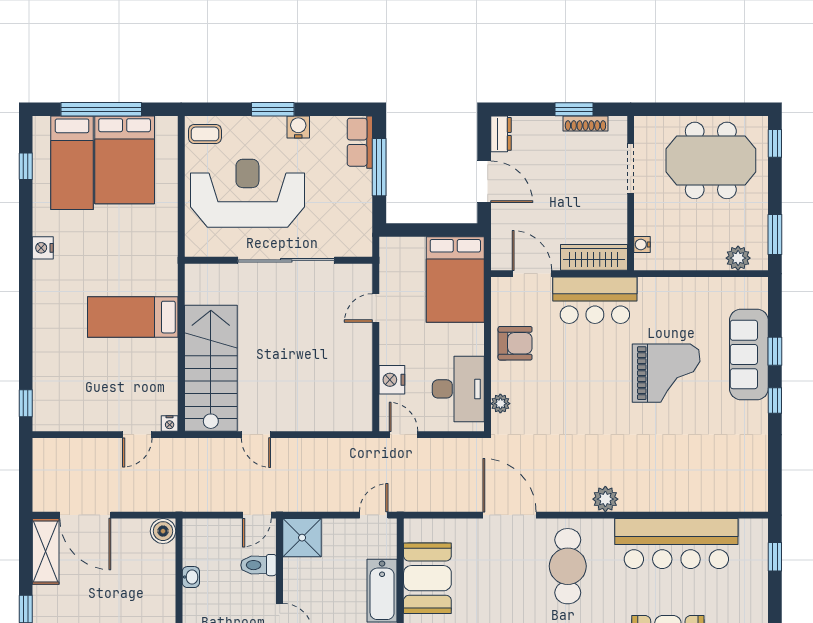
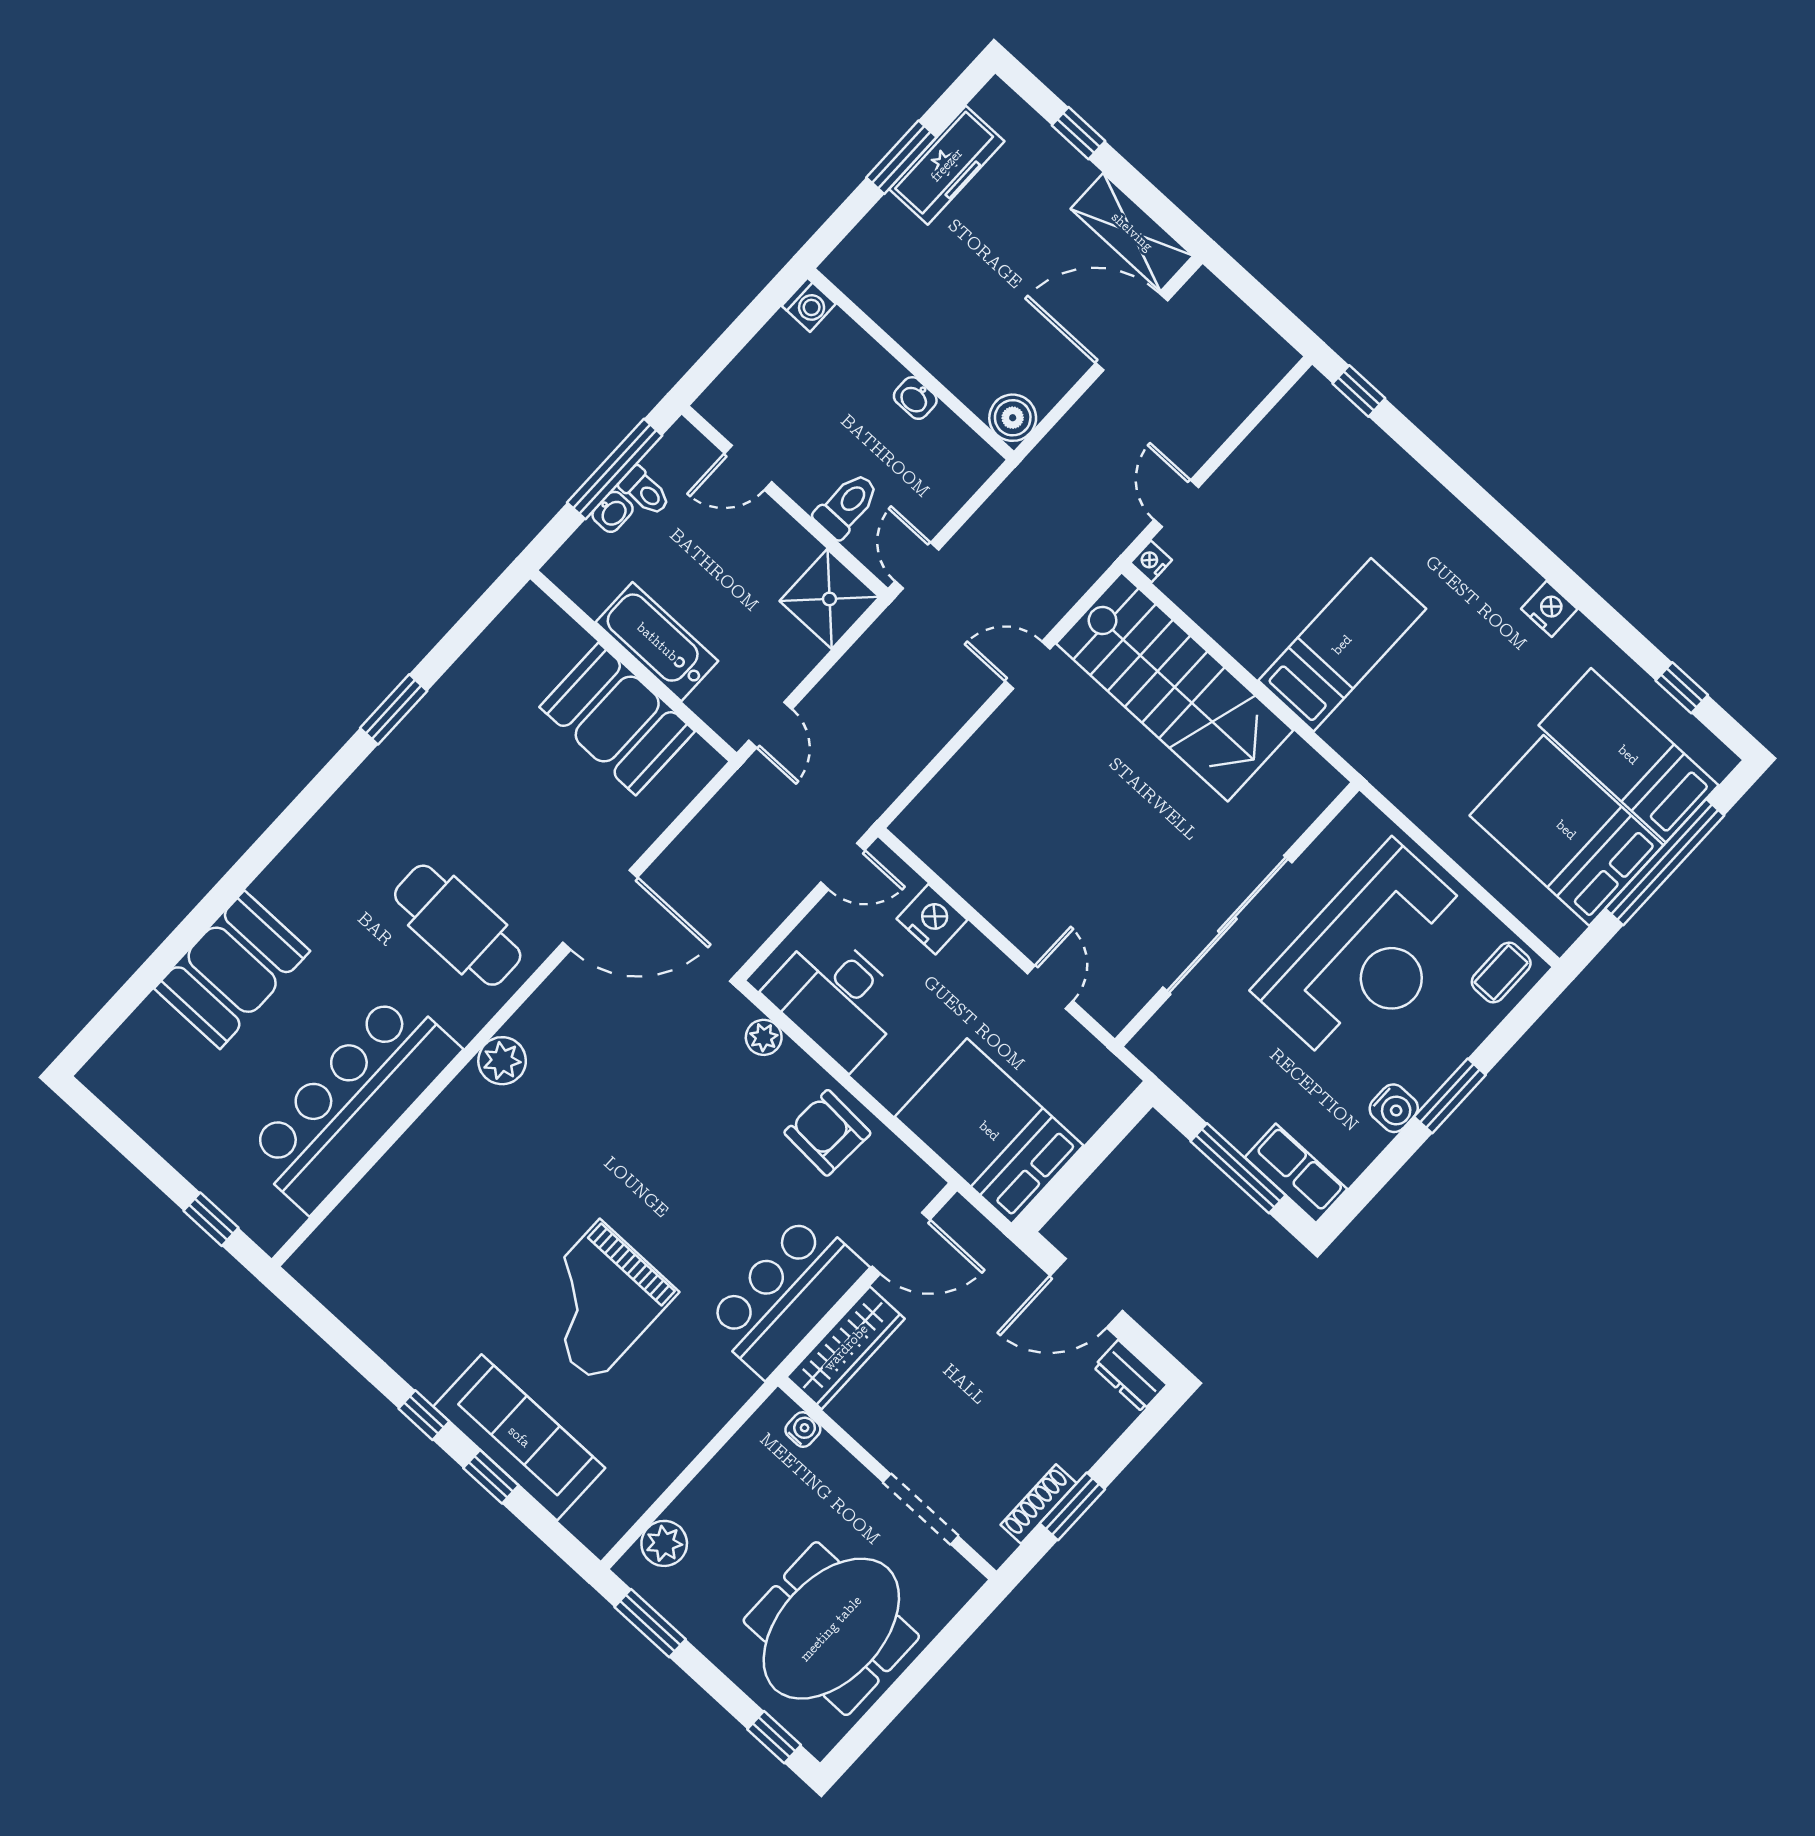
armchair: (515, 343) -> (827, 1133), turned 93

